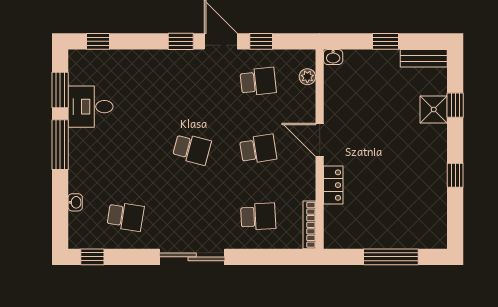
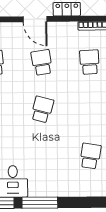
door: (320, 140) -> (35, 19), hinge flipped
washbasin: (75, 202) -> (81, 192), removed

